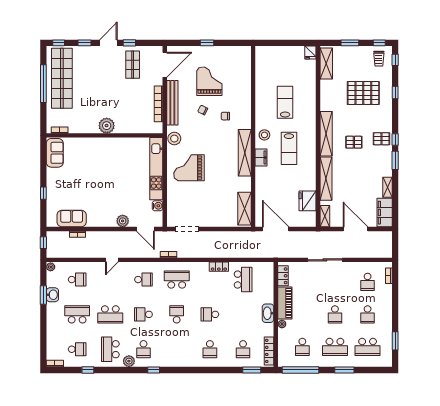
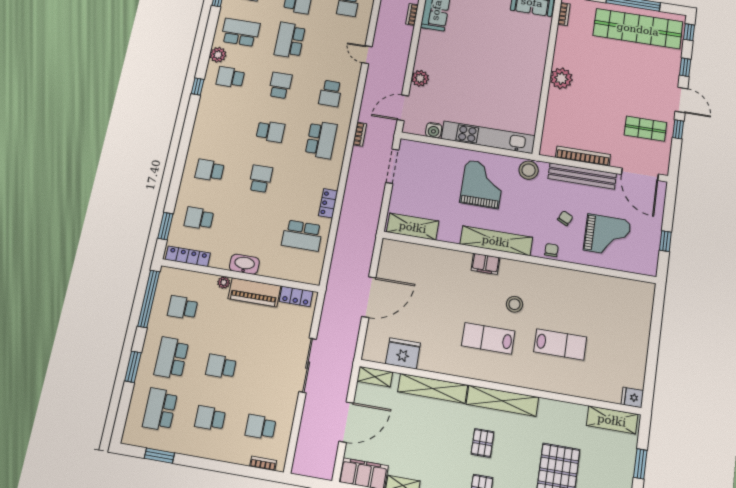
wall: (253, 136) -> (519, 257), moved
shelving: (245, 153) -> (496, 241), moved
filing cabinet: (261, 157) -> (485, 264), moved
shelving: (245, 209) -> (413, 227), moved

